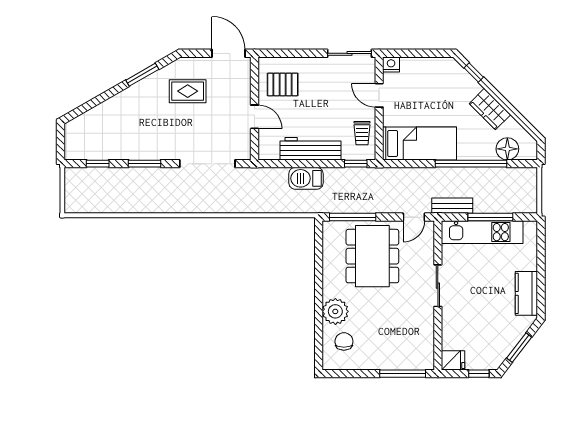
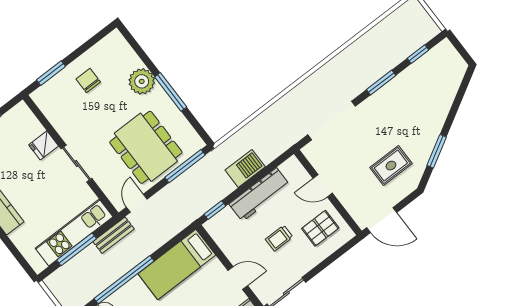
trolley: (362, 133) -> (279, 238), moved, turned -90
window: (319, 285) -> (171, 92), added
chair: (344, 341) -> (88, 81), moved, turned 180
fridge: (453, 360) -> (44, 145), moved
window: (403, 374) -> (51, 73), width x0.69

